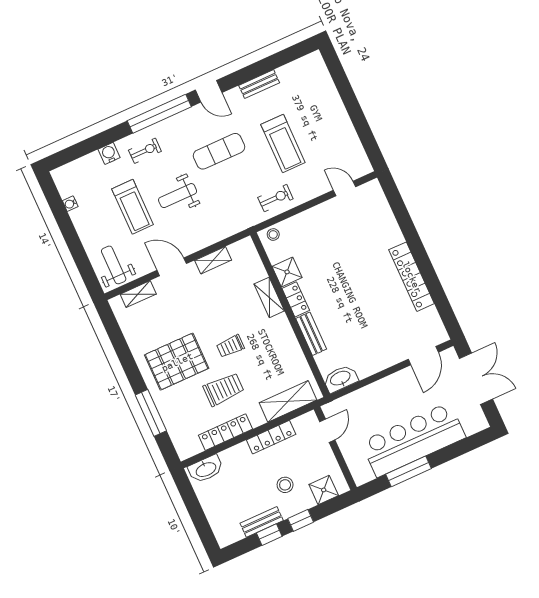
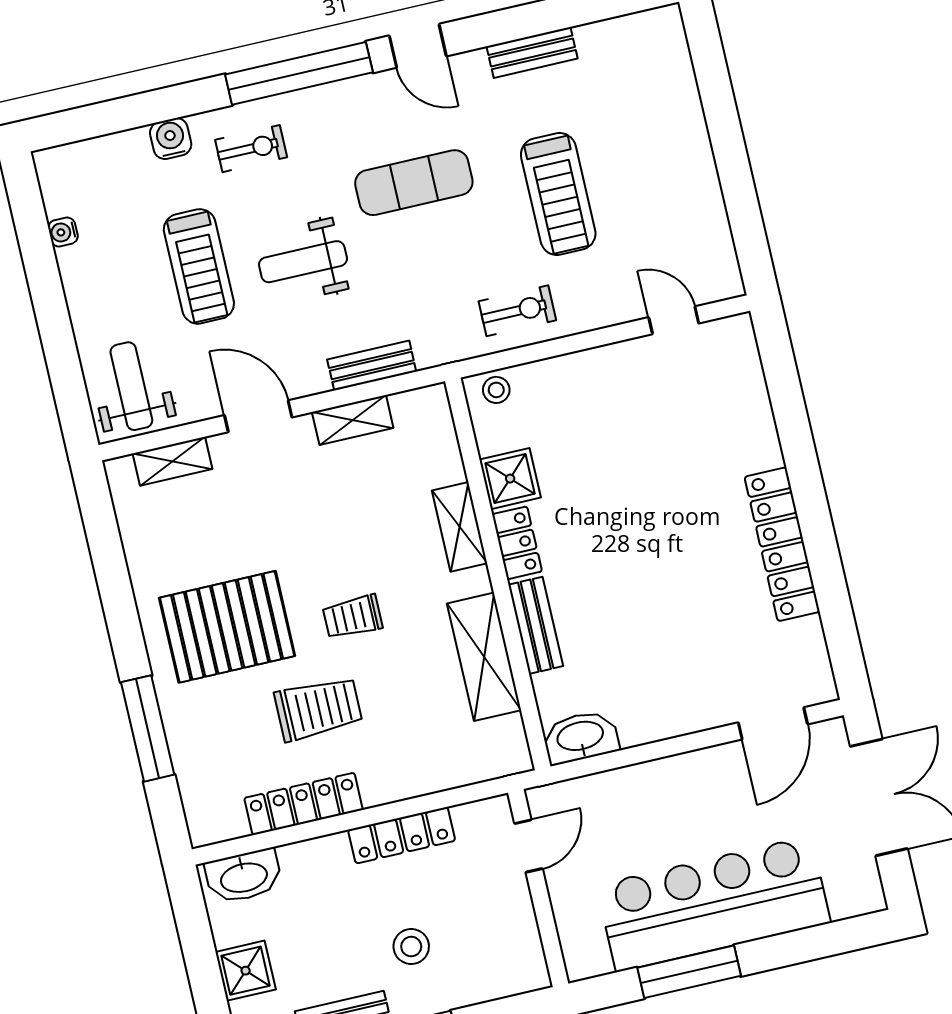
bench: (217, 235) -> (372, 366), added
shelving: (288, 401) -> (484, 657), moved, turned 90
shower: (324, 490) -> (246, 971), moved

